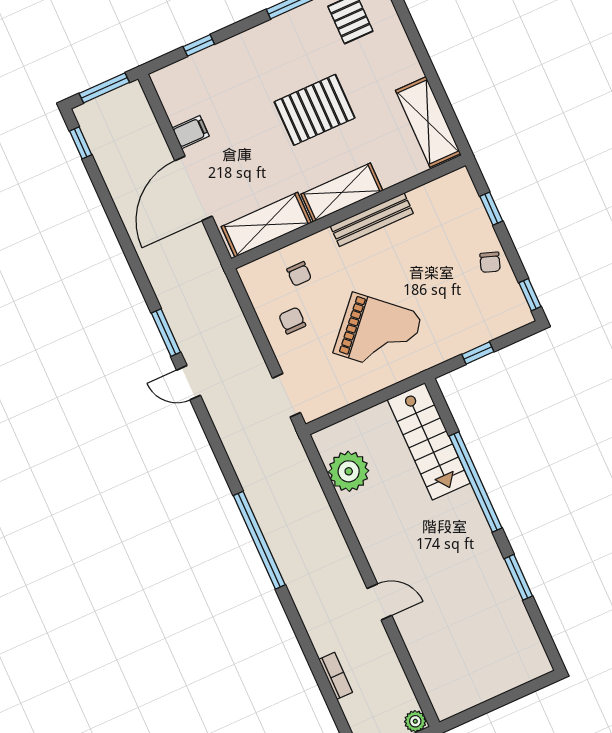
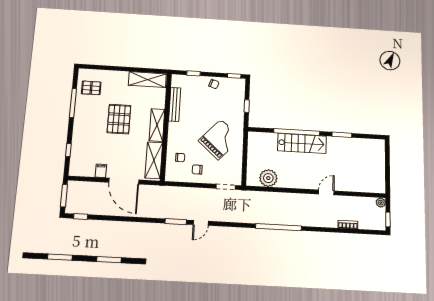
bench: (372, 220) -> (175, 104), moved
stairs: (429, 441) -> (302, 143), moved

